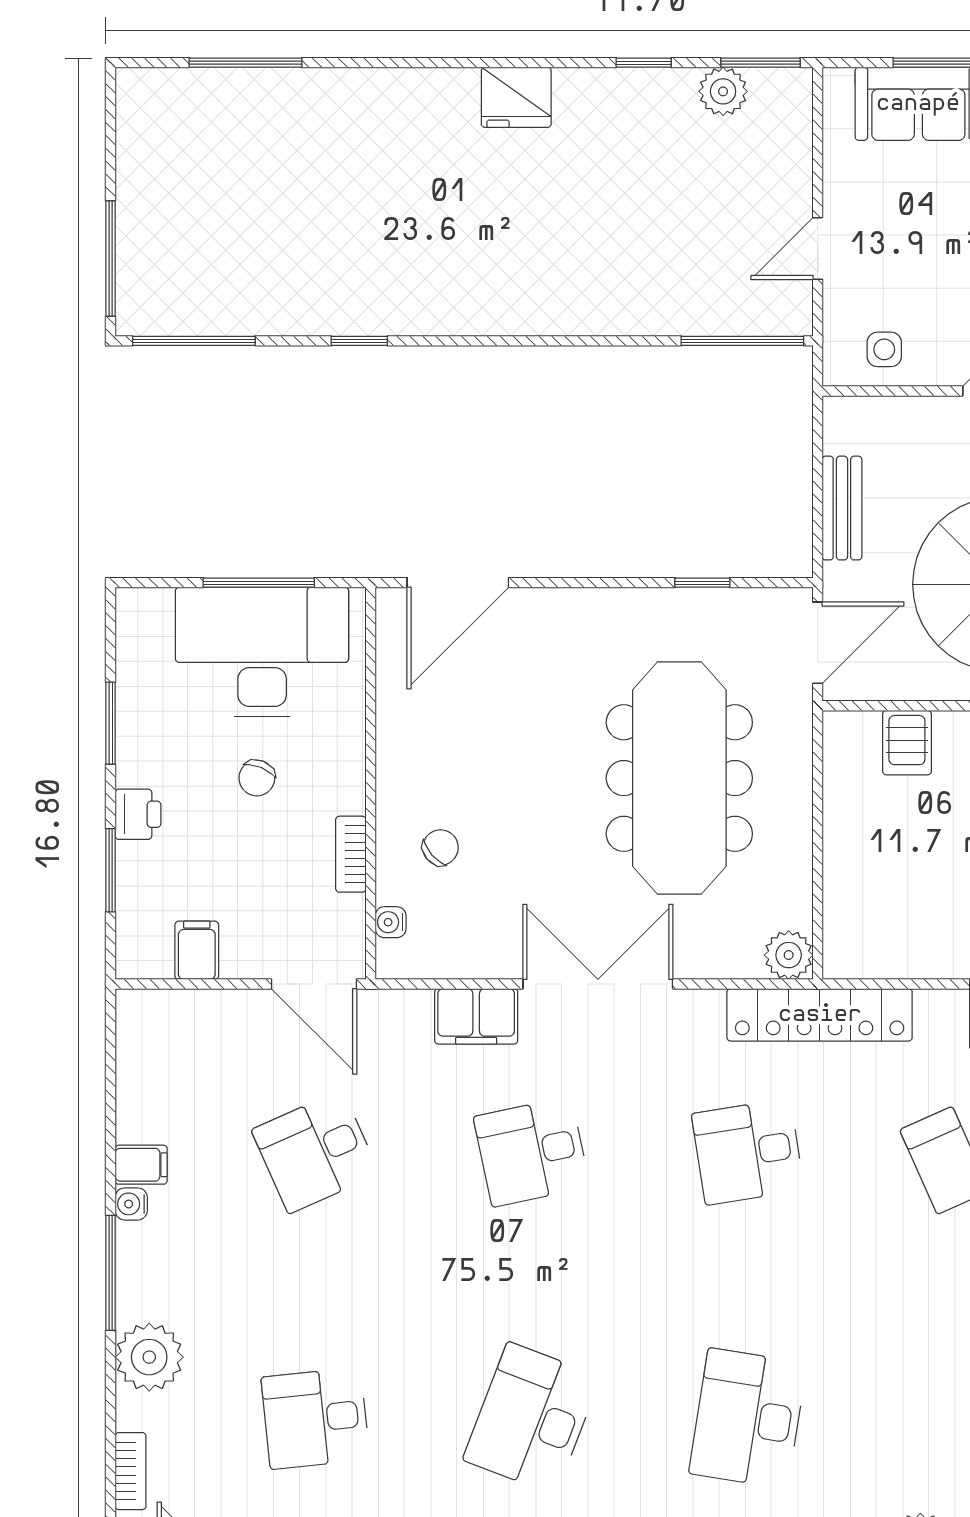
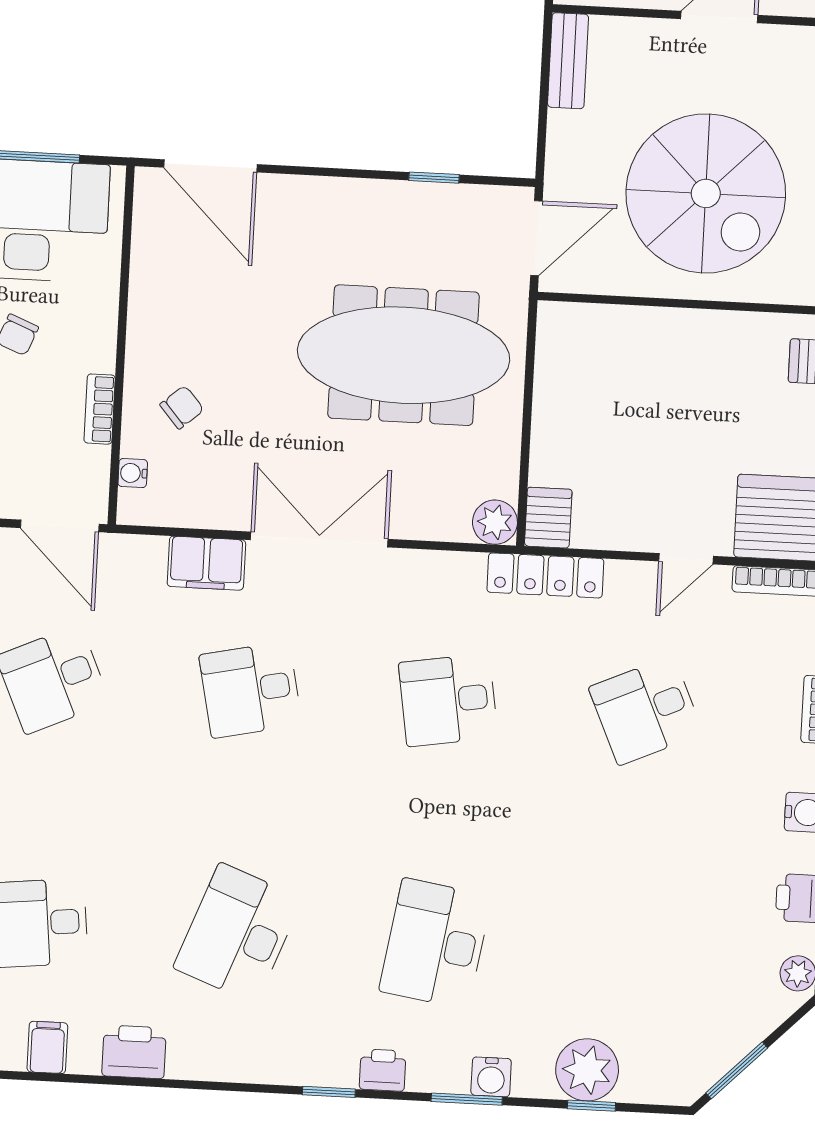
bench: (842, 508) -> (568, 61), moved
door: (458, 583) -> (210, 166), hinge flipped
server rack: (907, 743) -> (548, 518), moved, turned 180
meeting table: (679, 778) -> (404, 355), turned 90
locker: (820, 1015) -> (545, 575), width x0.71, depth x0.83

